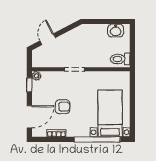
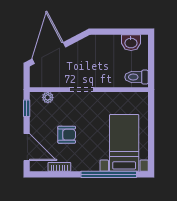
door: (48, 39) -> (49, 53), width x1.88
plant: (36, 76) -> (48, 97), moved
door: (29, 117) -> (27, 147), hinge flipped

